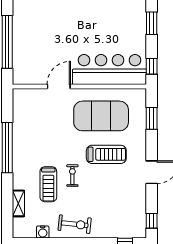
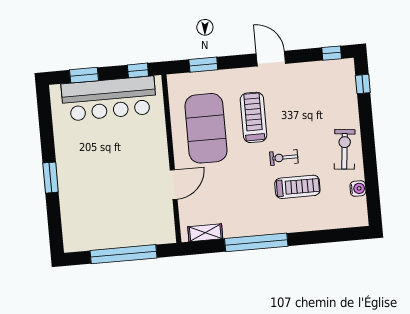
bar counter: (109, 69) -> (109, 99), moved, turned -90
door: (59, 86) -> (174, 185), swing flipped
shelving: (18, 203) -> (205, 233), moved

